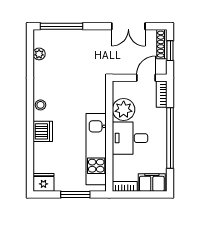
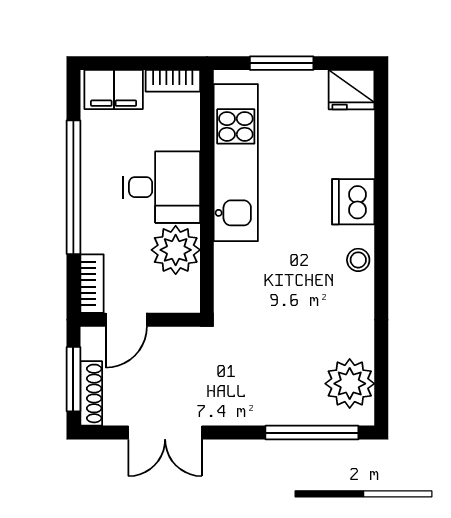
double door: (128, 26) -> (165, 433), swing flipped
window: (170, 51) -> (73, 379), width x1.50
plant: (39, 54) -> (350, 384), width x1.88, depth x1.88

